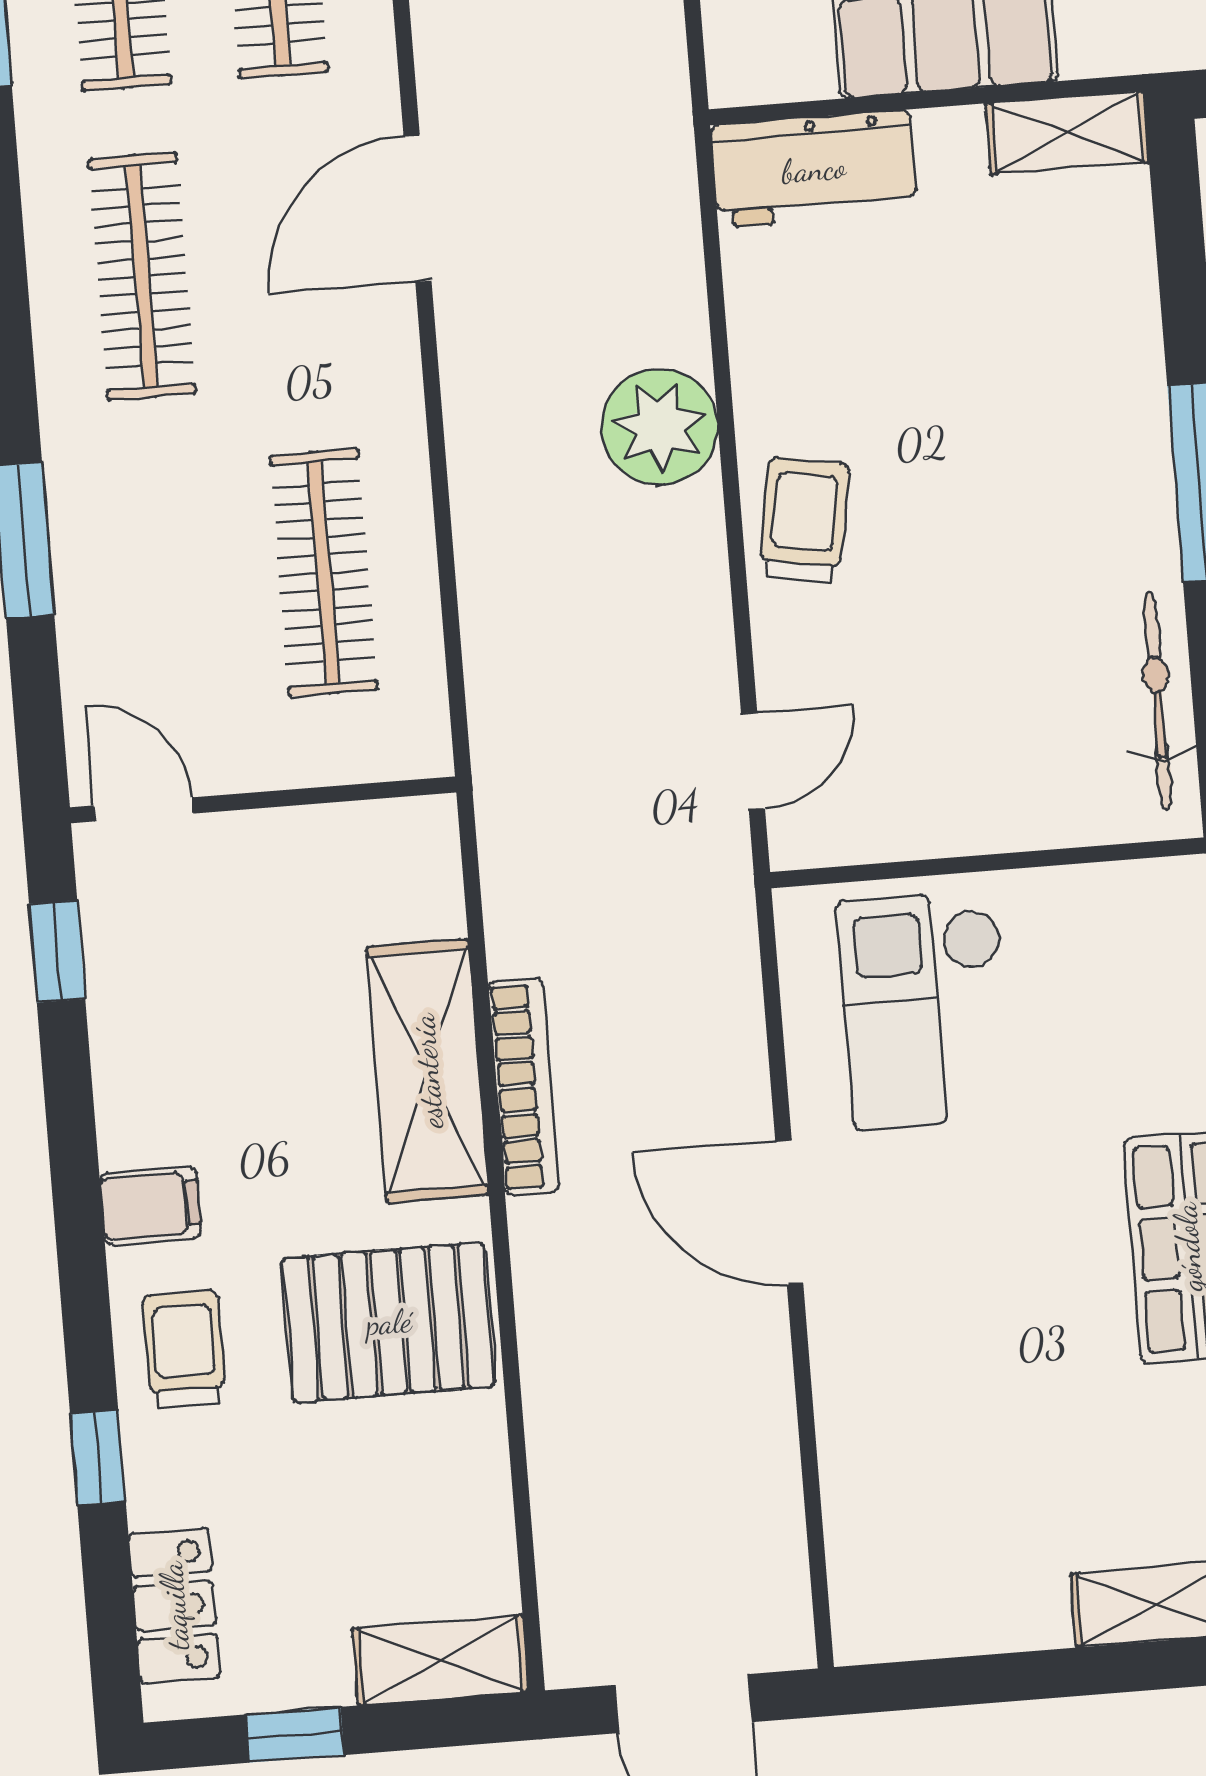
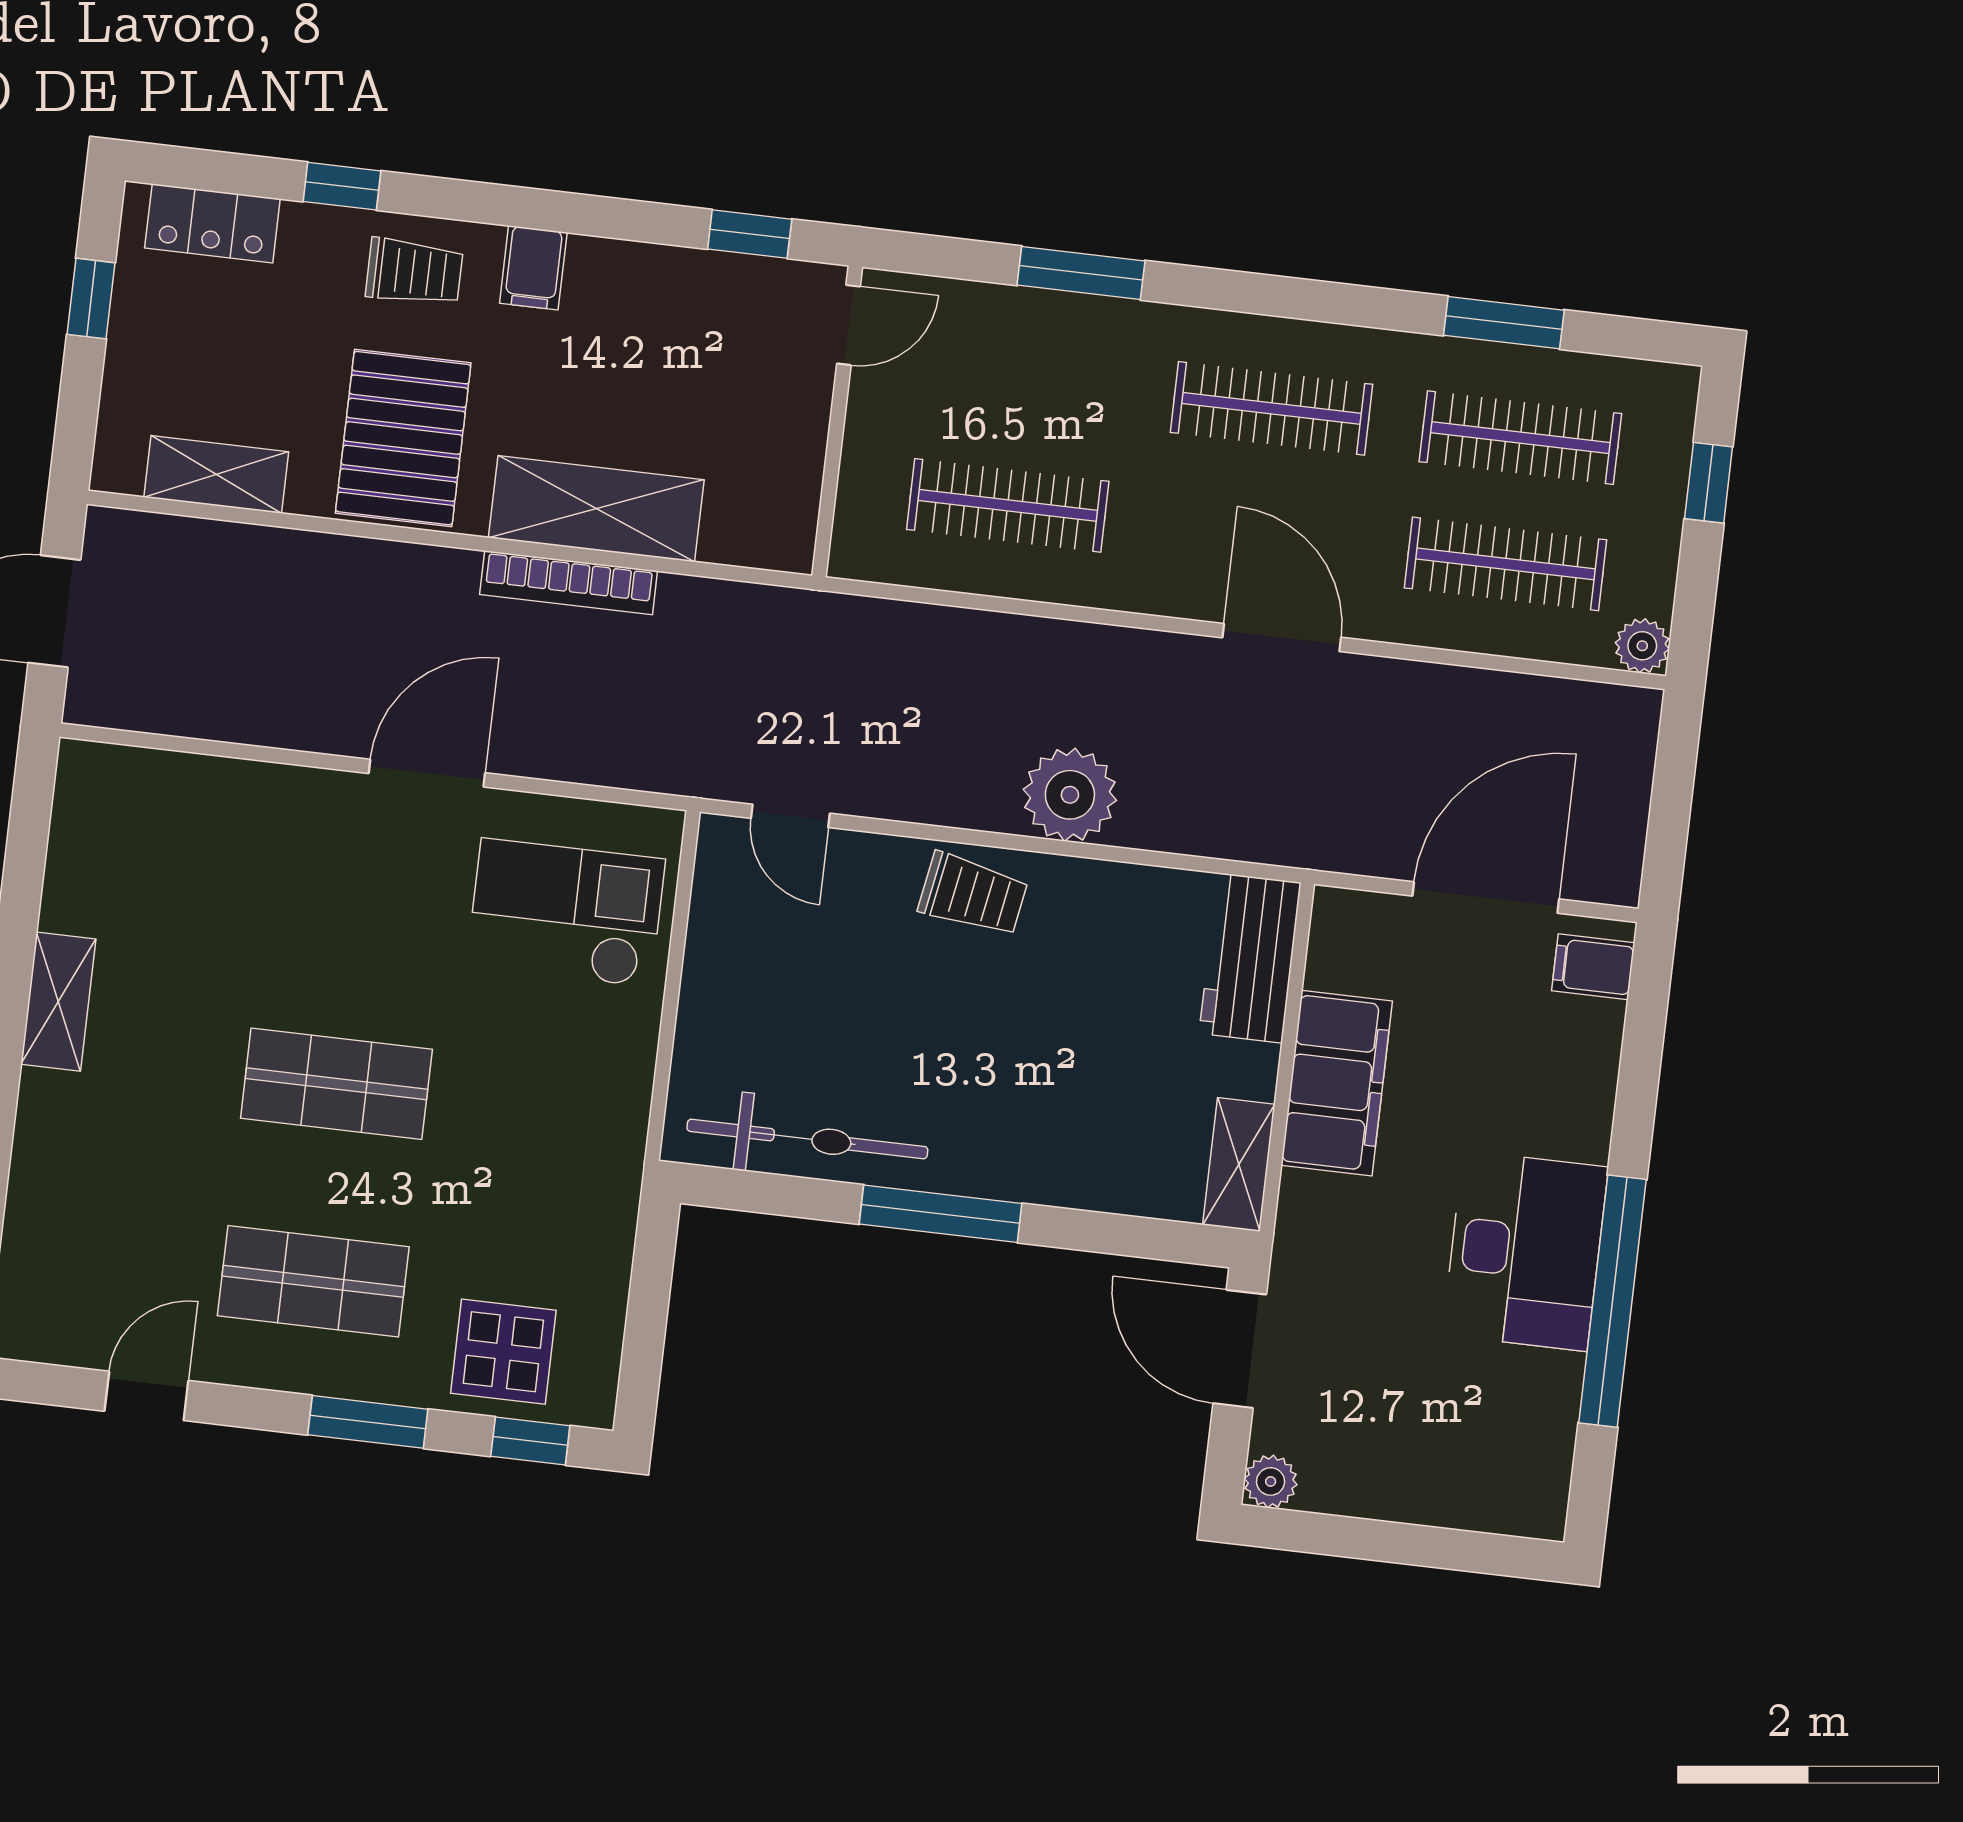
bicycle: (1158, 701) -> (807, 1139), width x1.37, depth x1.40
shelving: (440, 1660) -> (216, 474), moved, turned 90

